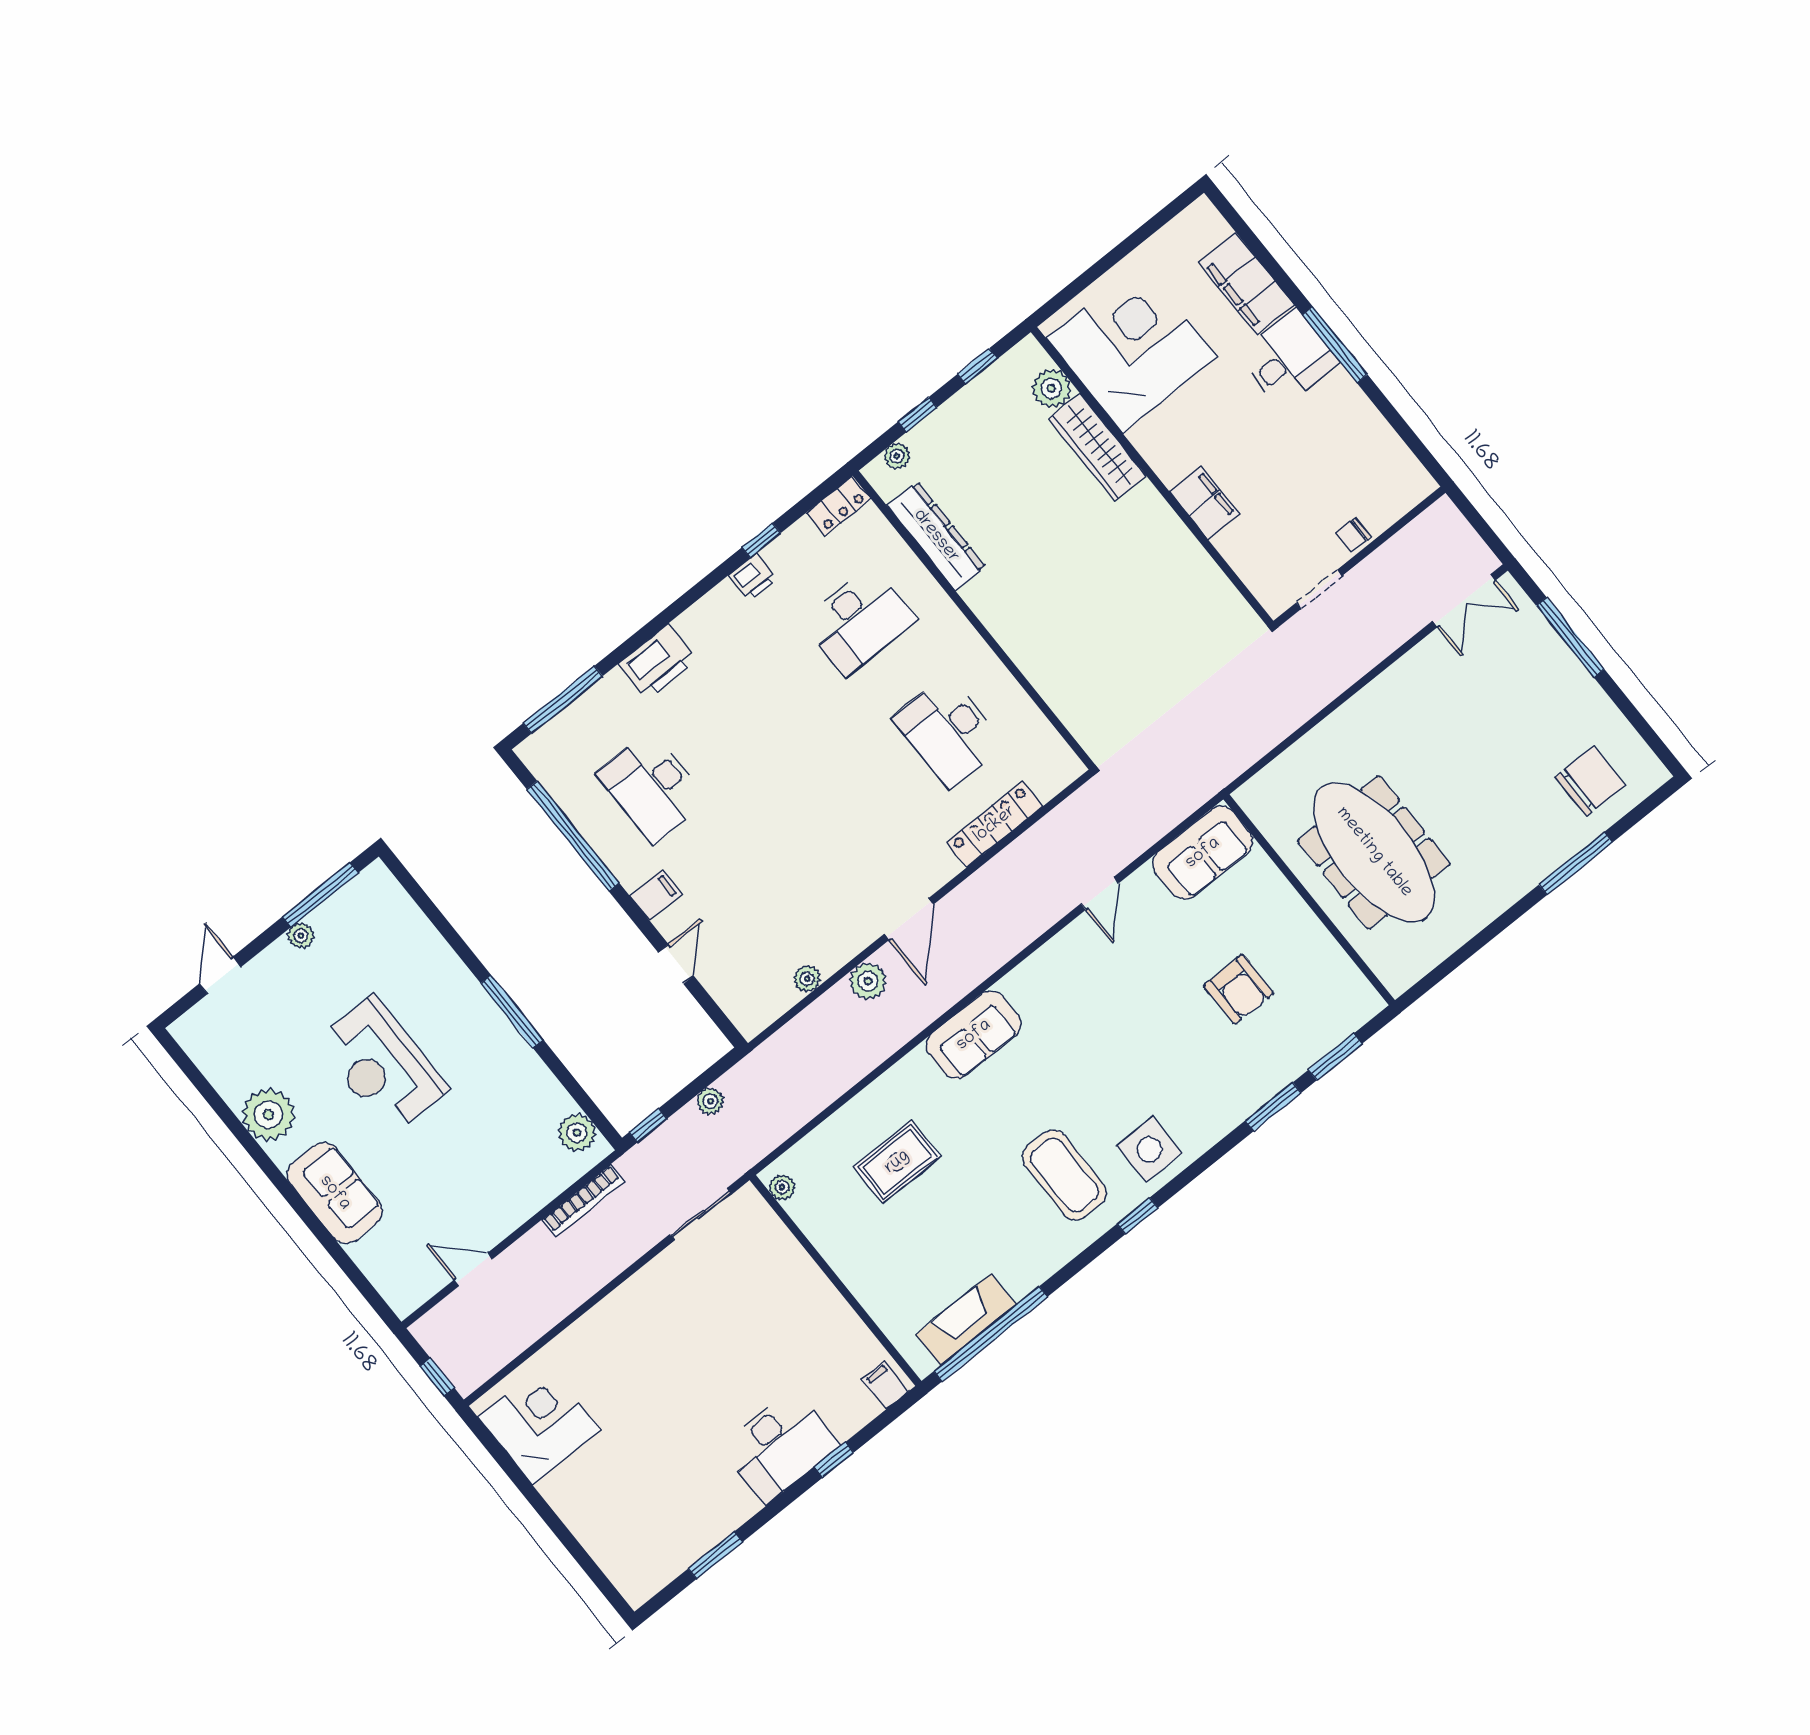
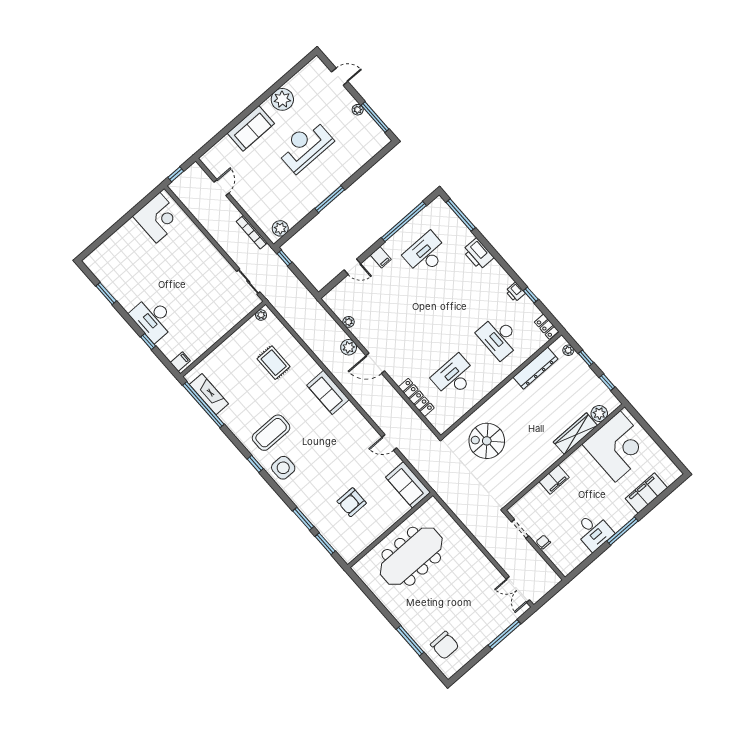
desk: (1288, 359) -> (594, 531), moved
spiral stairs: (1106, 660) -> (487, 441), added
plant: (710, 1101) -> (296, 284), removed

